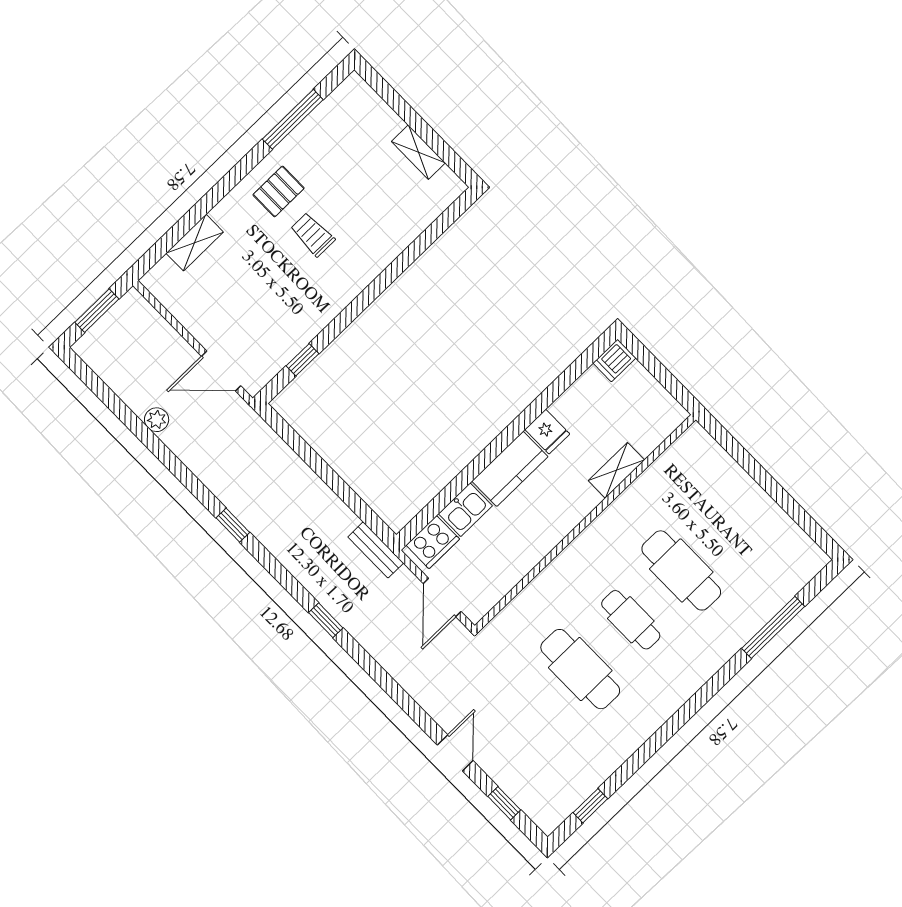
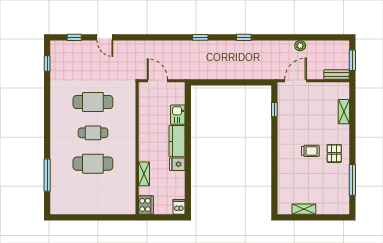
cooker: (433, 542) -> (146, 205), moved, turned 180
bench: (376, 550) -> (336, 74), moved
window: (326, 620) -> (200, 37), moved

